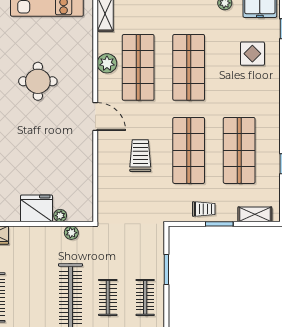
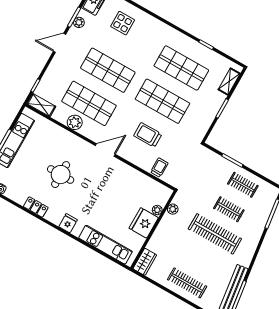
trolley: (204, 209) -> (159, 168), moved

